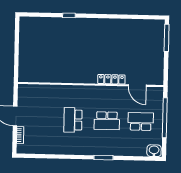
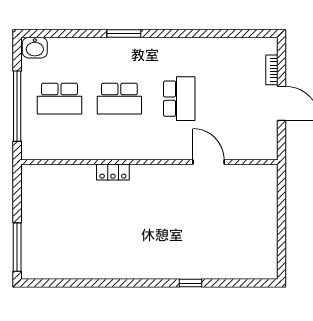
locker: (111, 79) -> (113, 172), width x0.66
door: (137, 86) -> (209, 162), moved
school desk: (107, 121) -> (119, 99), turned 180

